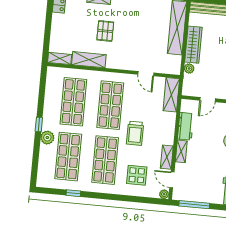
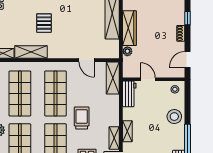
door: (208, 100) -> (148, 79), swing flipped
workbench: (186, 126) -> (129, 94), moved
trolley: (135, 133) -> (82, 118), turned 180

